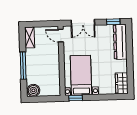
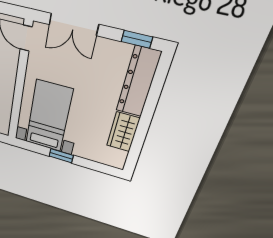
wardrobe: (122, 83) -> (123, 132), moved
window: (76, 98) -> (61, 156), moved

